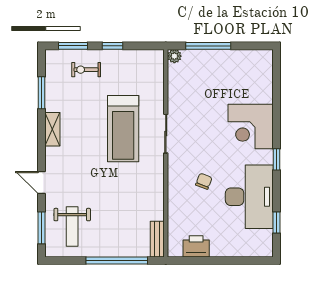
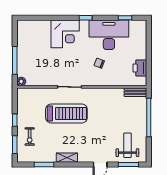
weight bench: (72, 226) -> (127, 145), turned -90

